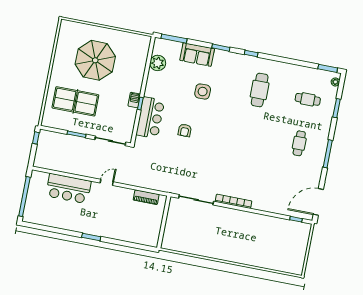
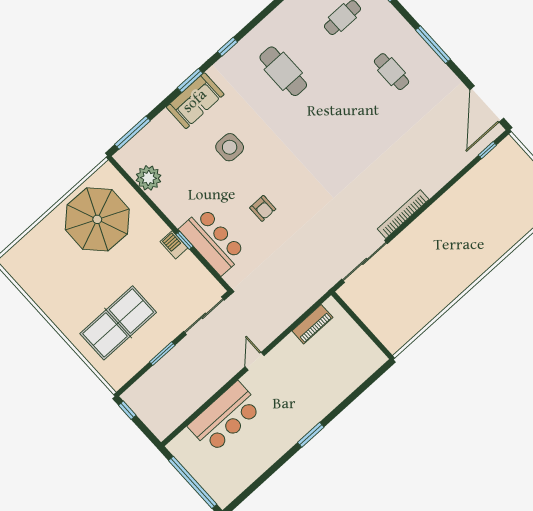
sofa: (197, 54) -> (195, 101), moved
parasol: (95, 60) -> (97, 219), moved

